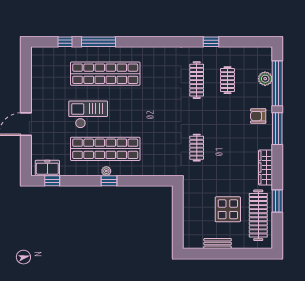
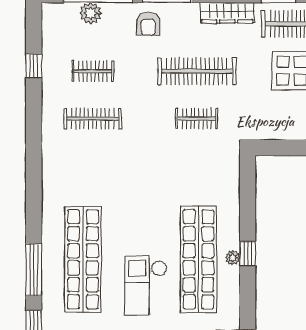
window: (211, 42) -> (34, 66), moved
clothes rail: (227, 148) -> (197, 71), added

